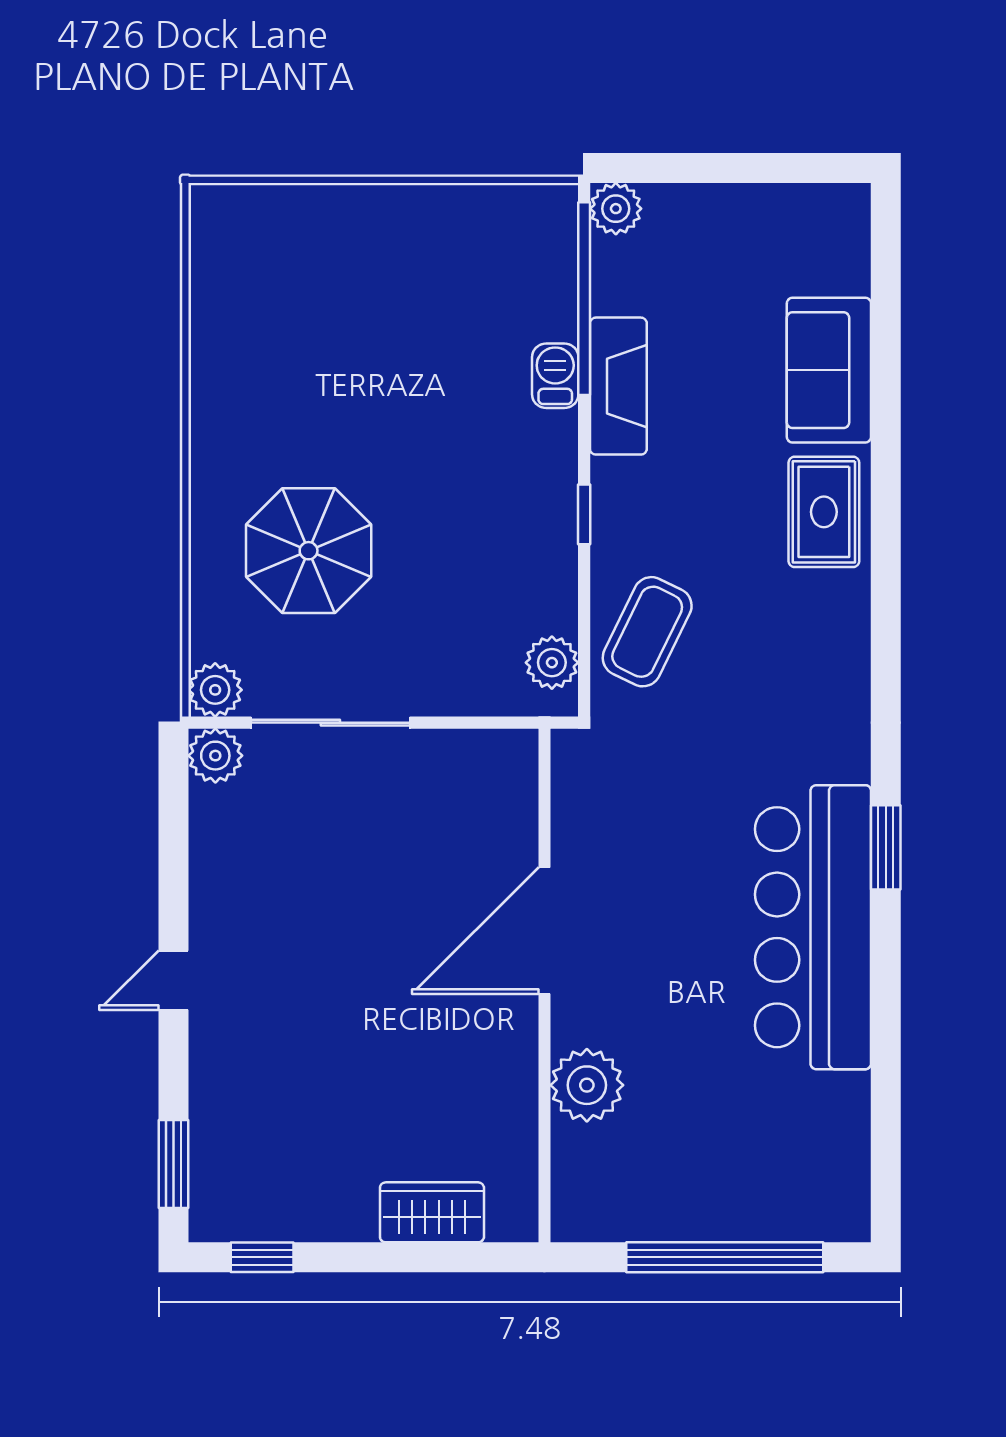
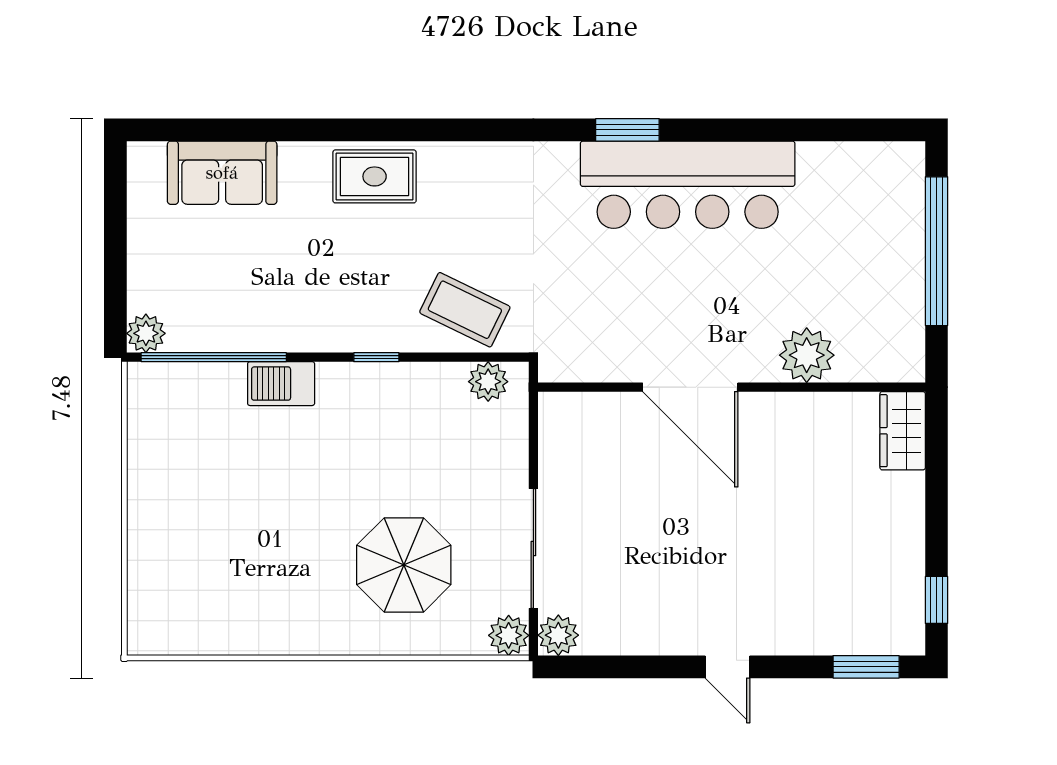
sofa: (829, 370) -> (222, 173), moved
barbecue: (555, 376) -> (281, 384), width x1.38, depth x1.27
fireplace: (618, 386) -> (280, 331), removed
wardrobe: (432, 1212) -> (903, 431), moved

